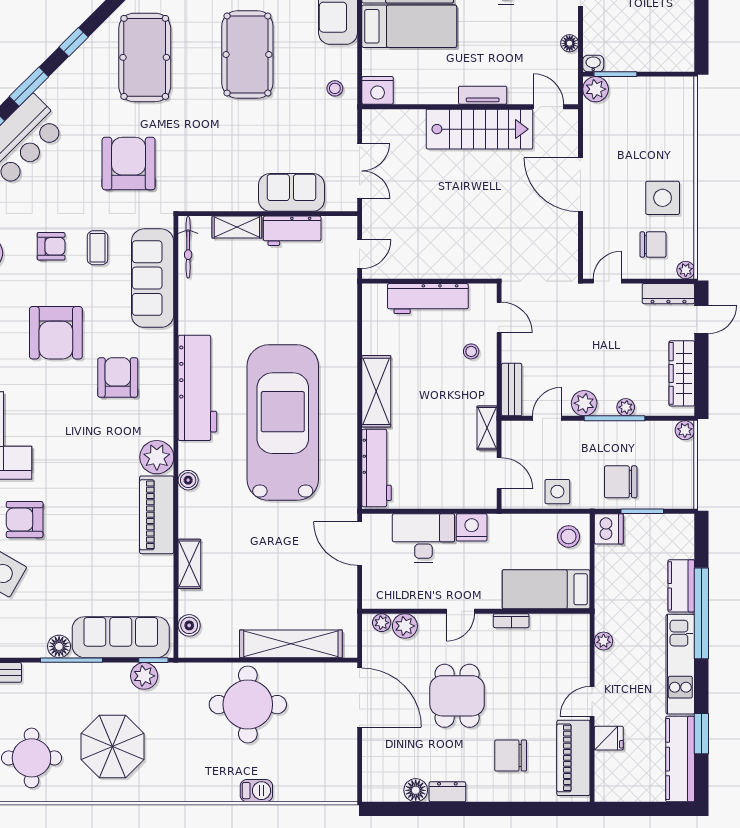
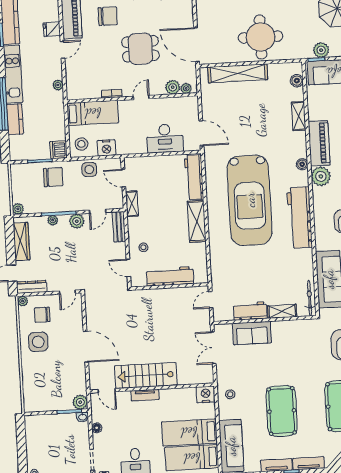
nightstand: (472, 527) -> (106, 148), moved
dining table: (457, 696) -> (140, 49), turned 90

